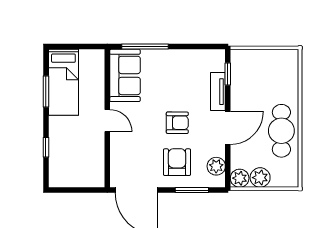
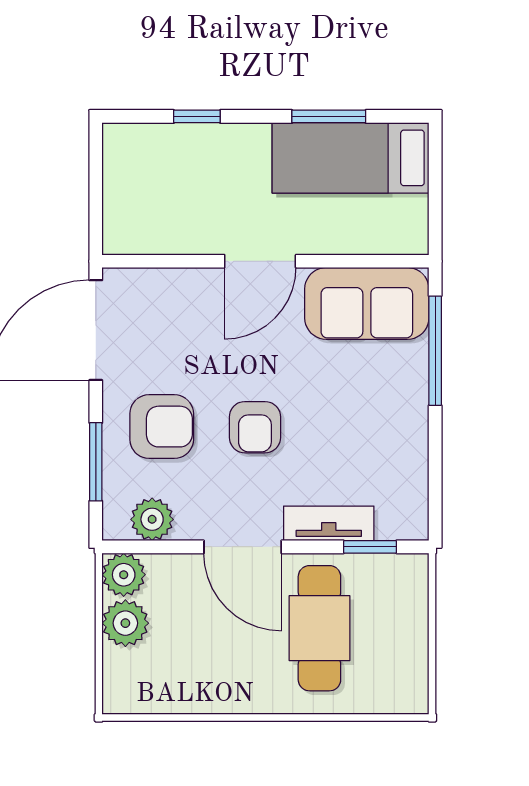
door: (107, 121) -> (260, 261), width x1.38
cafe table: (281, 131) -> (319, 628), moved, turned 90

